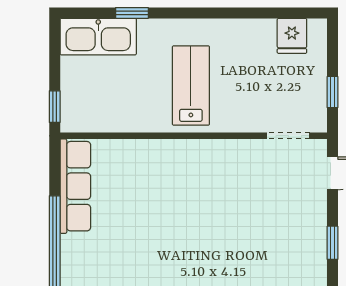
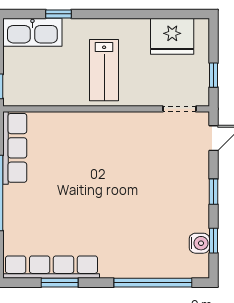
fridge: (292, 36) -> (172, 36), width x1.88, depth x1.34
lab bench: (191, 86) -> (104, 70), turned 180

